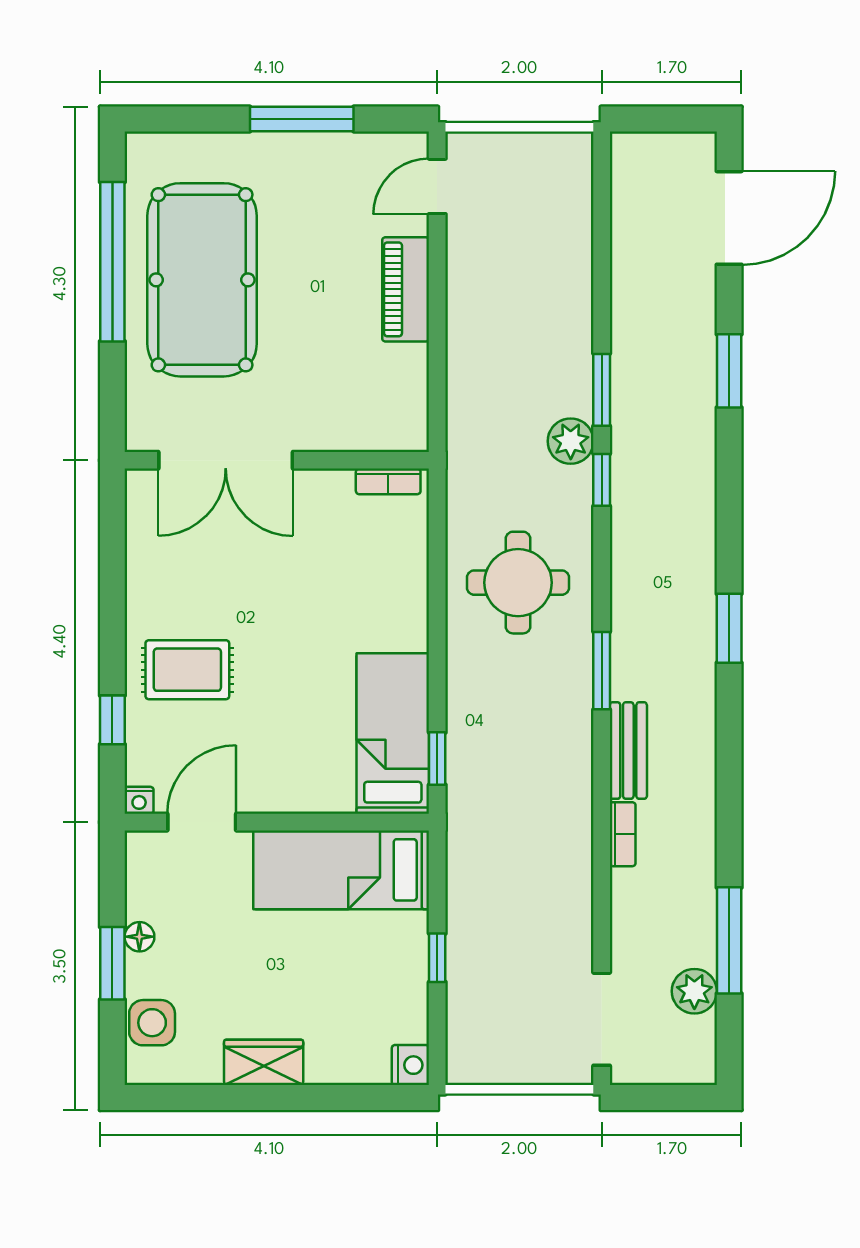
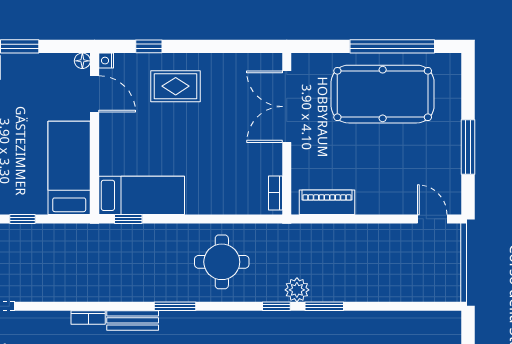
piano: (406, 289) -> (327, 202), moved
rug: (187, 670) -> (176, 86), turned 90
floor lamp: (139, 937) -> (82, 61), moved

